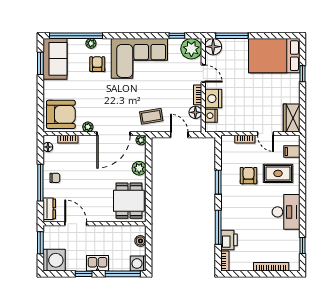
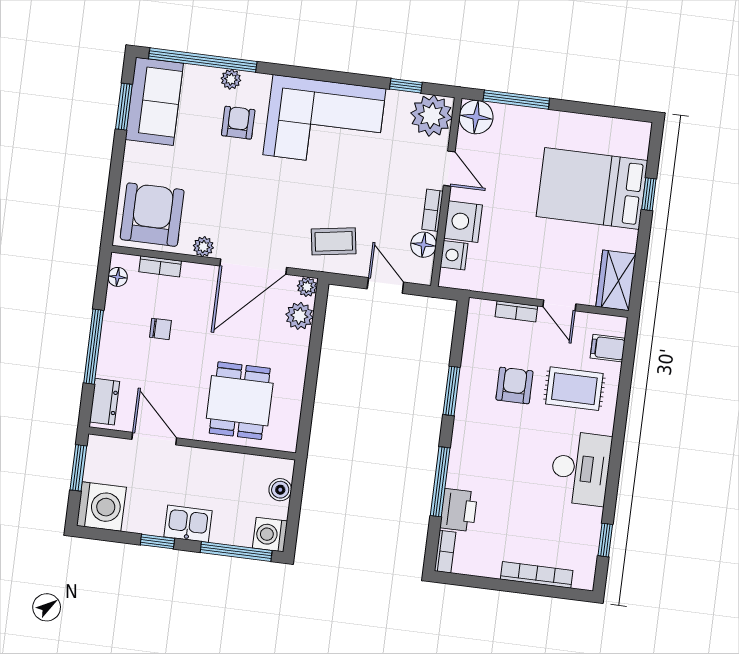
bed: (274, 56) -> (592, 189), moved
armchair: (61, 114) -> (152, 215), turned -90
plant: (139, 168) -> (299, 316), moved
chair: (55, 178) -> (160, 329), moved
dining table: (129, 201) -> (240, 401), moved

